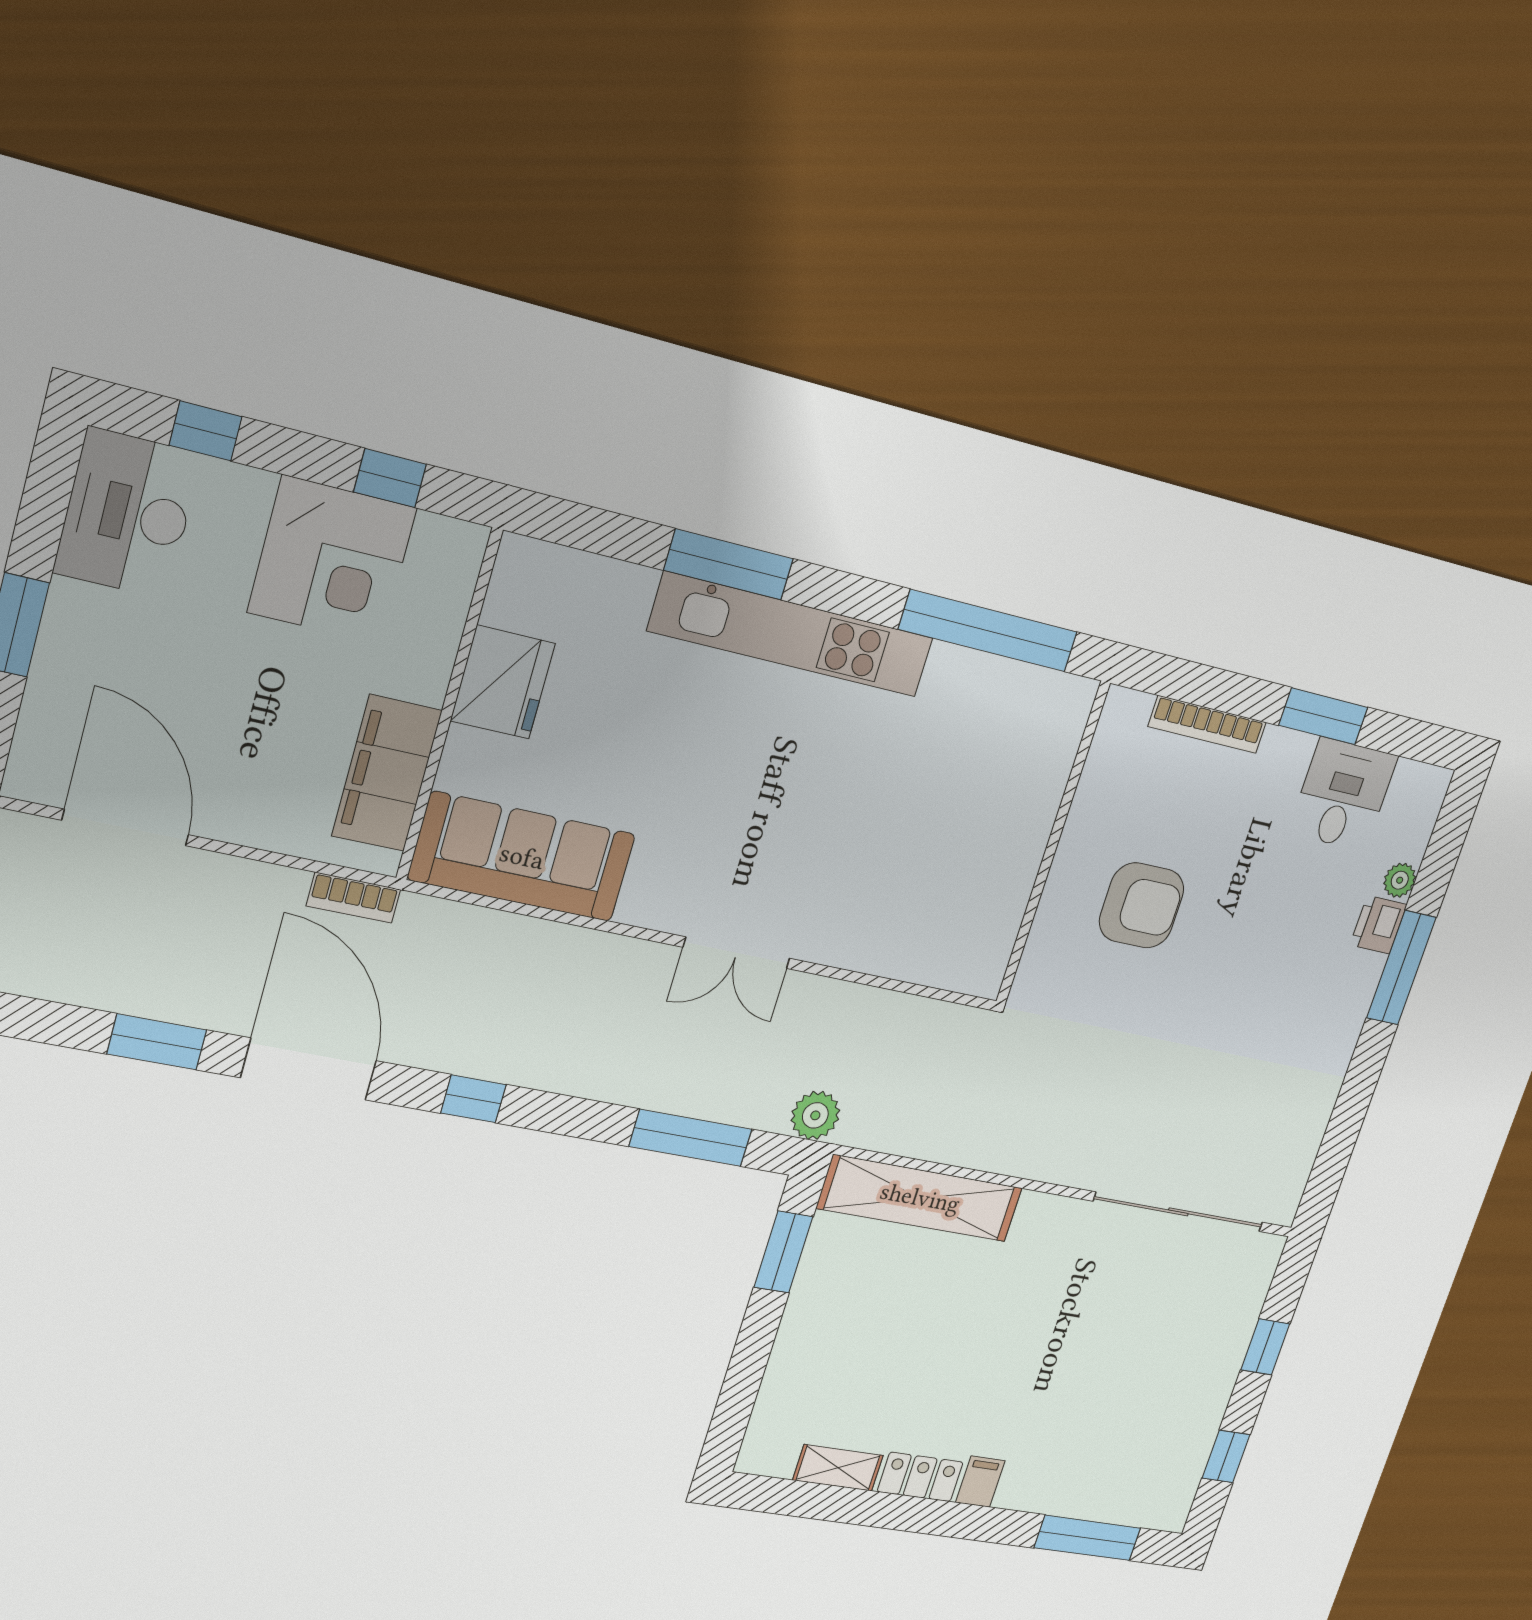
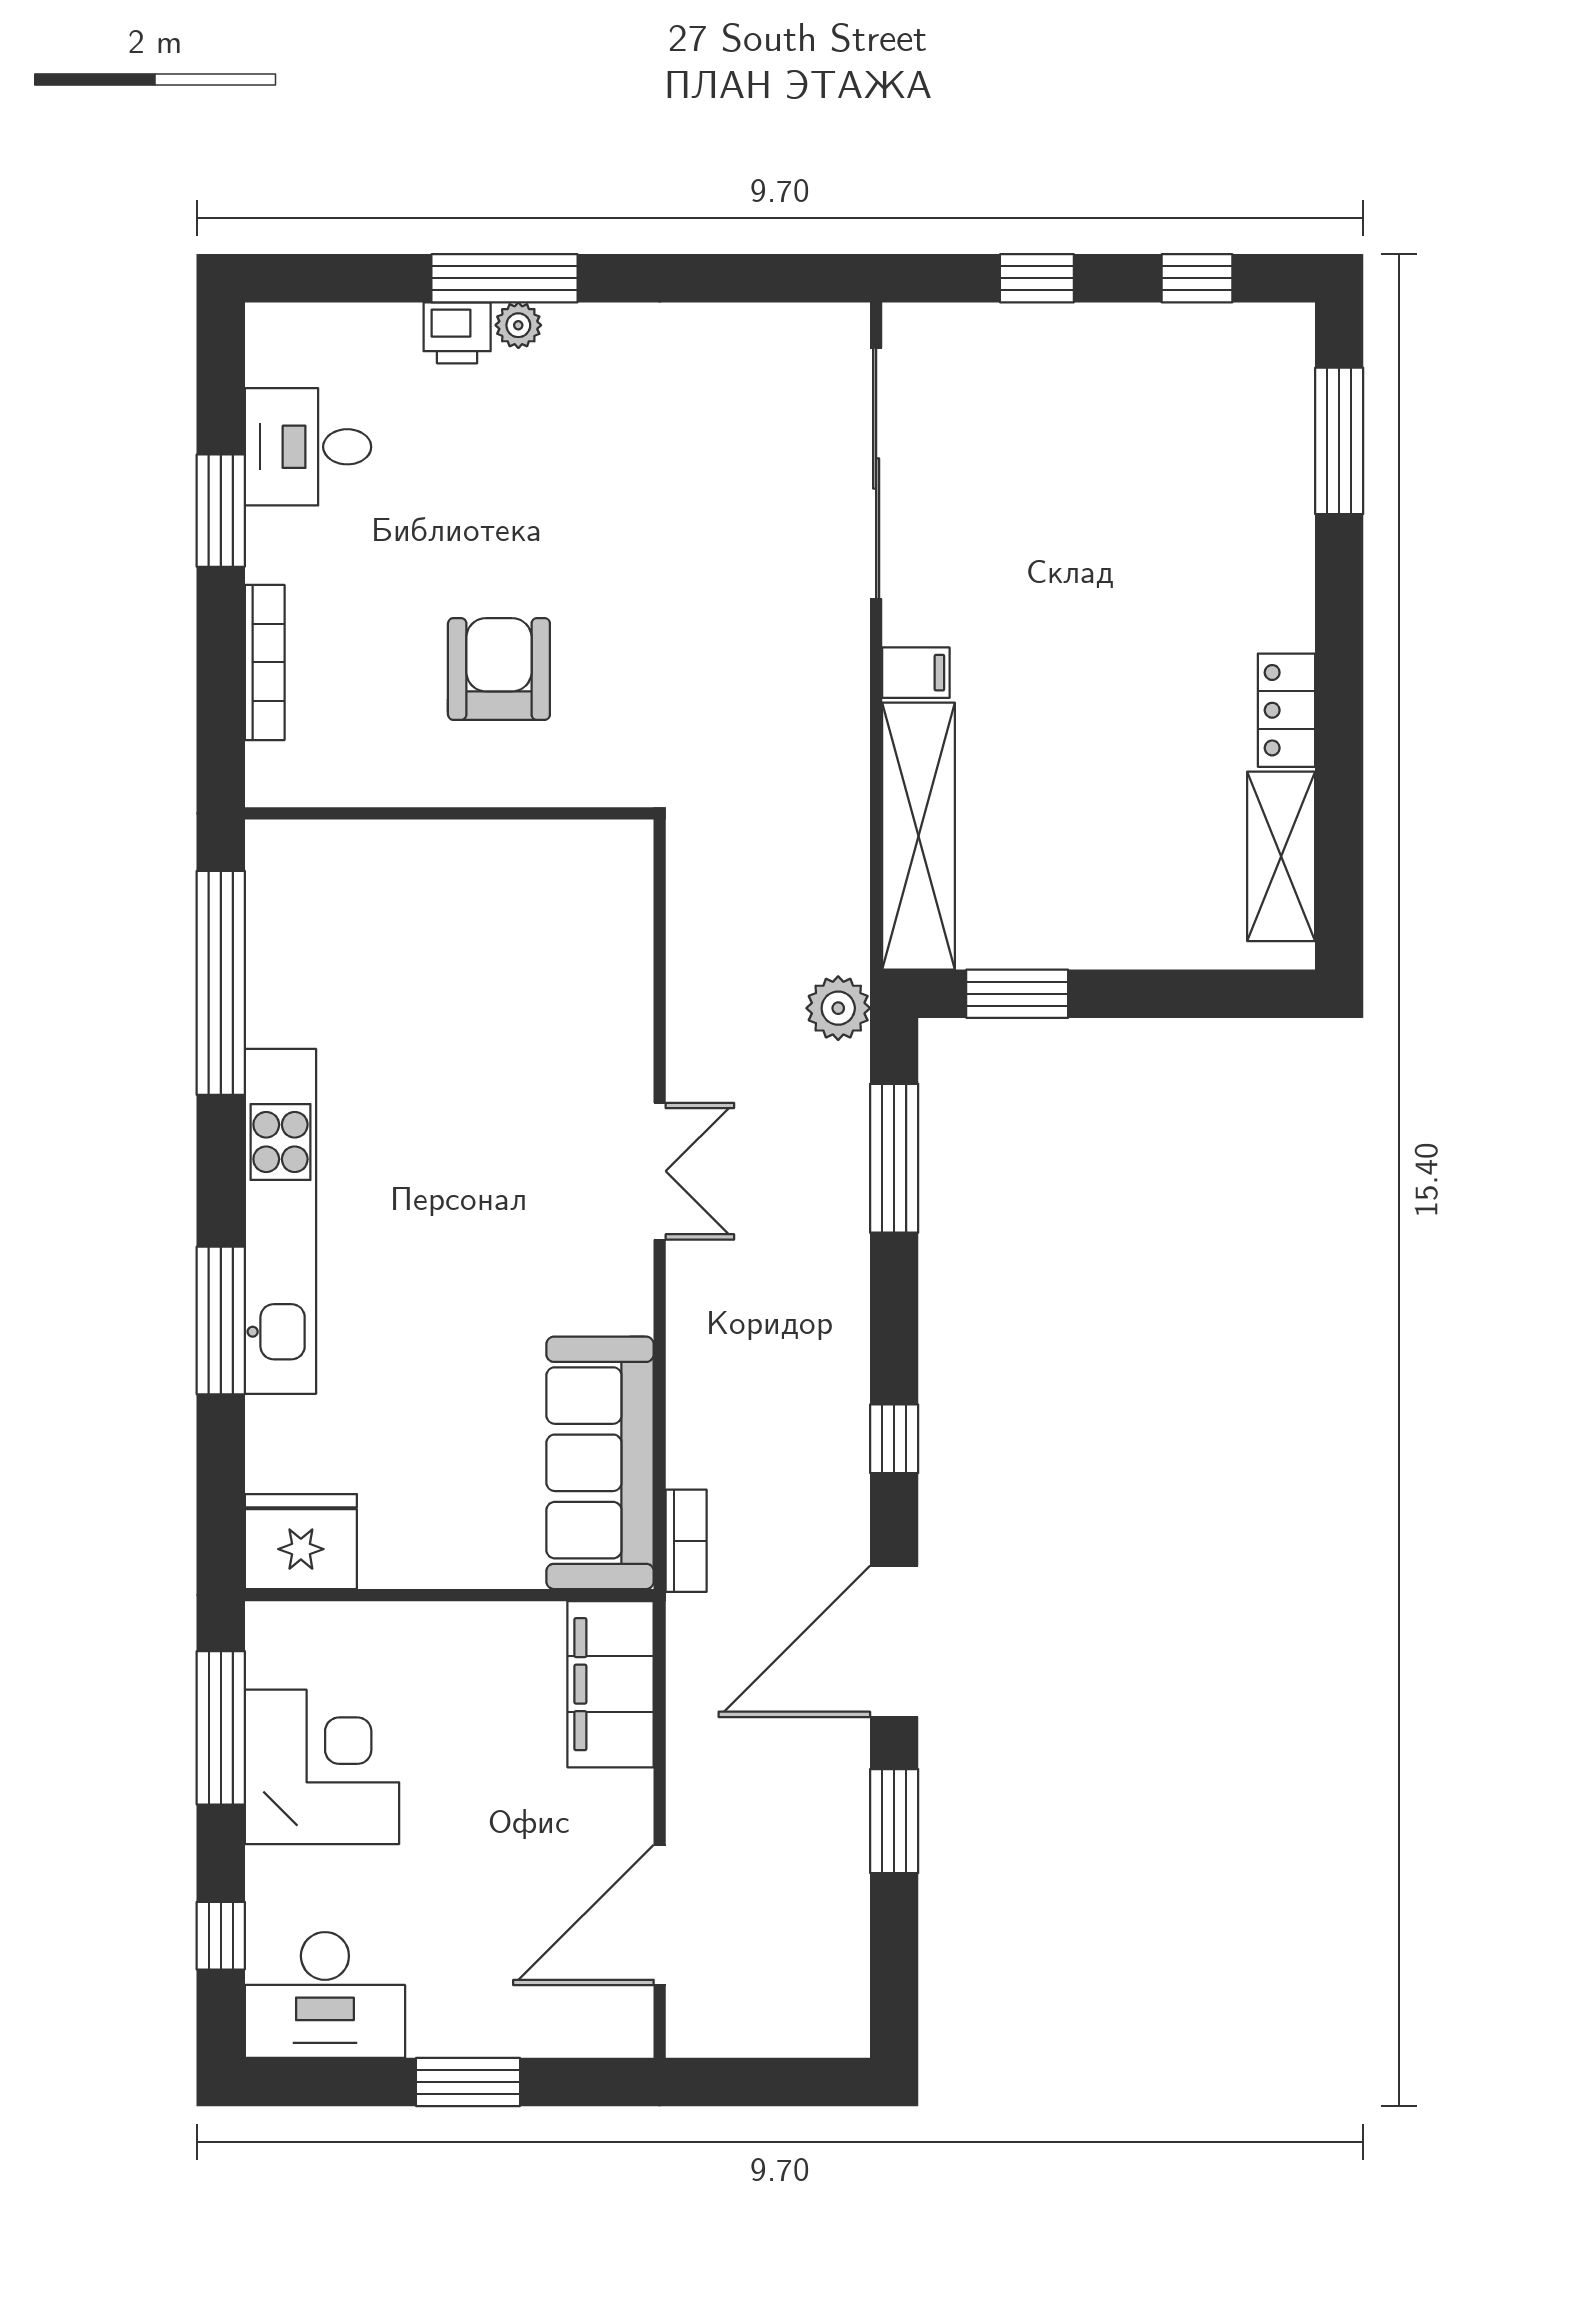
window: (390, 478) -> (221, 1728), width x2.17
fridge: (503, 682) -> (301, 1542), moved
filing cabinet: (387, 773) -> (611, 1684), moved, turned 90
plant: (1400, 880) -> (518, 325), moved
bookcase: (353, 898) -> (686, 1541), moved
shelving: (838, 1468) -> (1281, 856), width x1.50, depth x1.33
filing cabinet: (980, 1482) -> (916, 673), moved, turned 180

